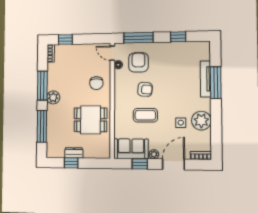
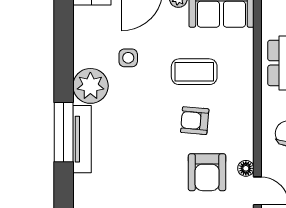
plant: (201, 121) -> (90, 86), moved

